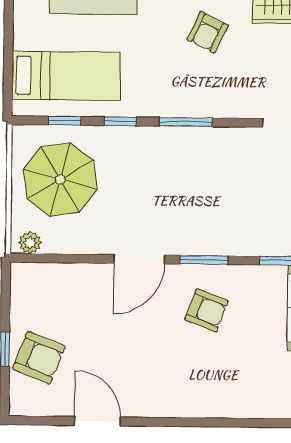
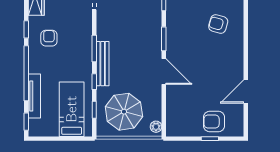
armchair: (208, 32) -> (49, 38), turned -116
bench: (156, 138) -> (103, 64), added
armchair: (206, 310) -> (218, 24), moved, turned -95
armchair: (39, 358) -> (214, 122), turned -112

